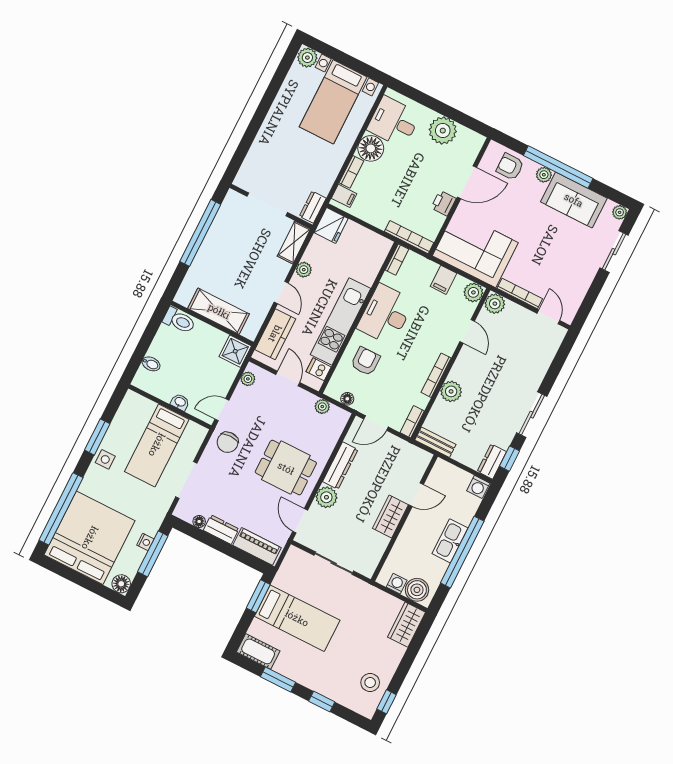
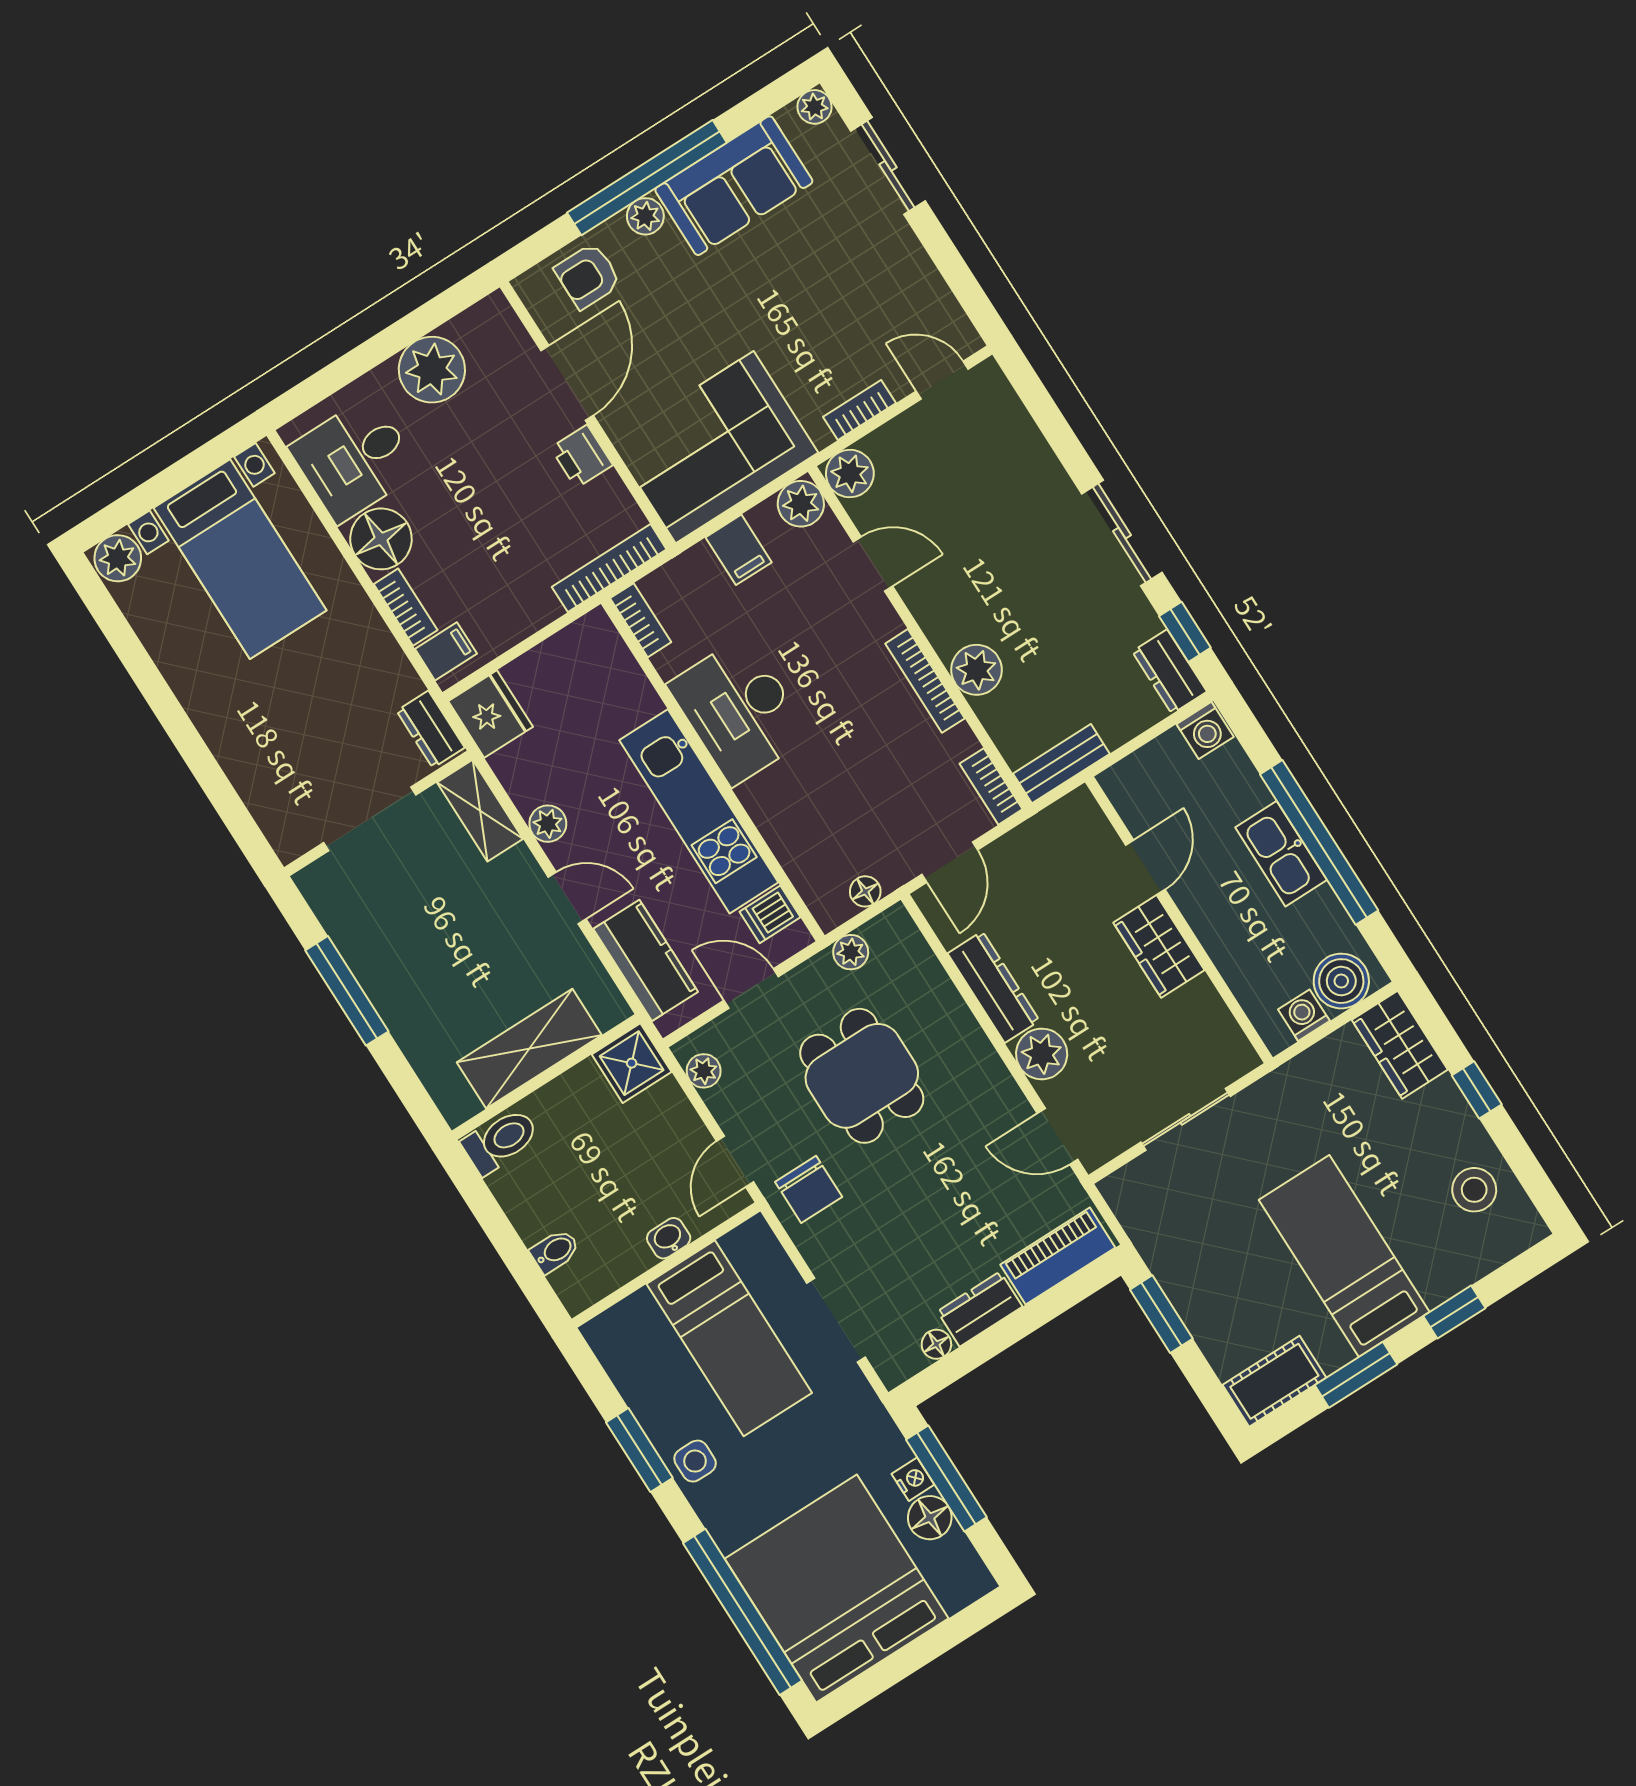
window: (200, 233) -> (347, 991), width x0.68
bookcase: (520, 294) -> (859, 410), width x0.64
armchair: (365, 361) -> (811, 809), removed
dining table: (286, 468) -> (862, 1076), moved, turned 90
floor lamp: (121, 584) -> (930, 1518), moved
bed: (297, 618) -> (1344, 1256), moved, turned -90
window: (387, 702) -> (1477, 1090), moved

